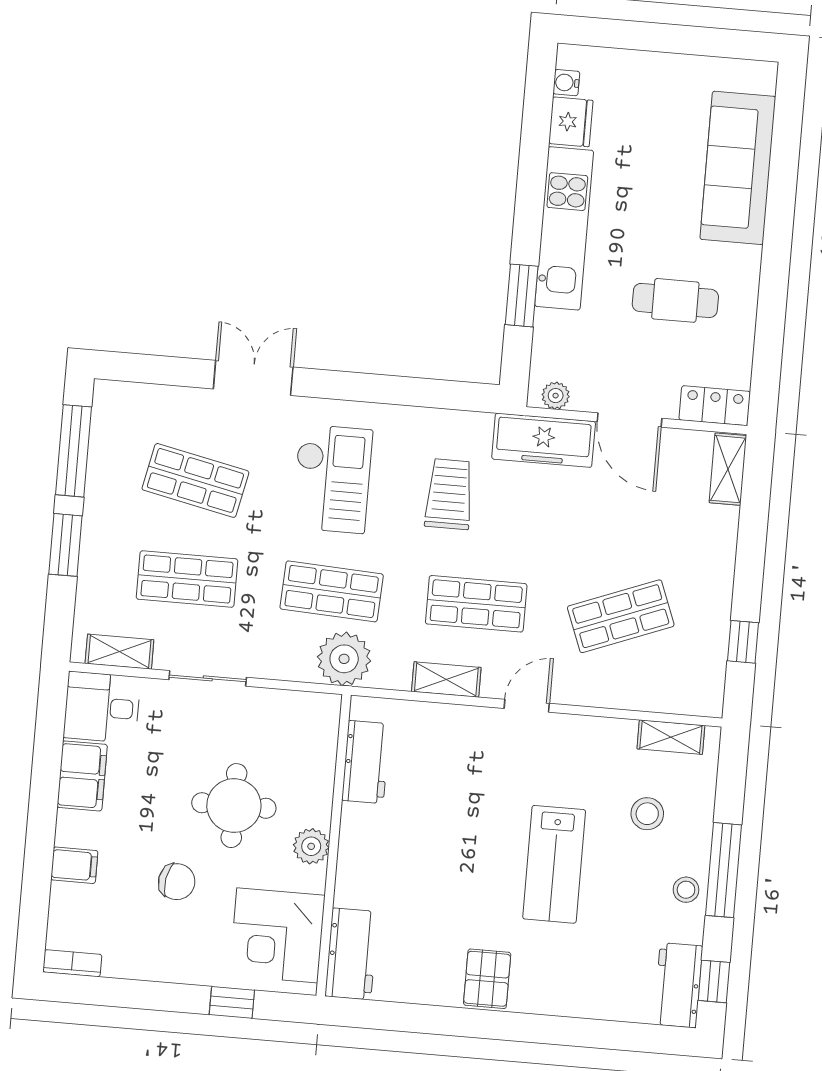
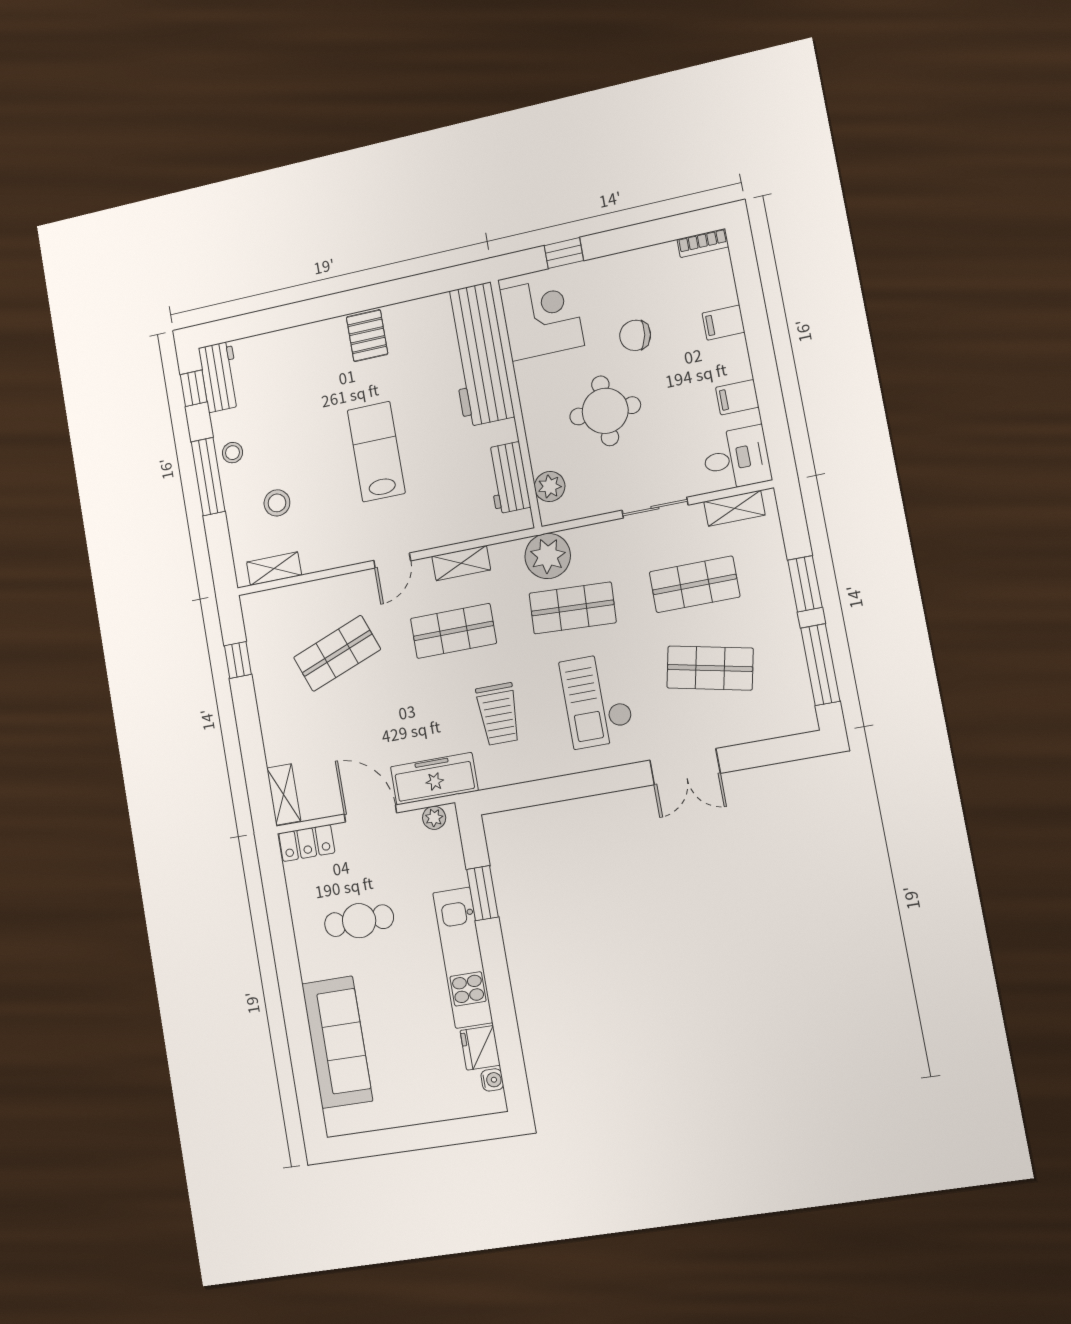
filing cabinet: (82, 776) -> (737, 397), width x0.50
plant: (311, 846) -> (550, 486), moved
lab bench: (554, 864) -> (376, 452), moved
workbench: (352, 954) -> (478, 354), width x1.88, depth x1.32

